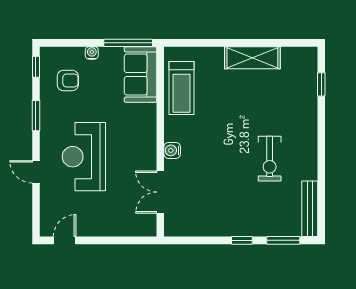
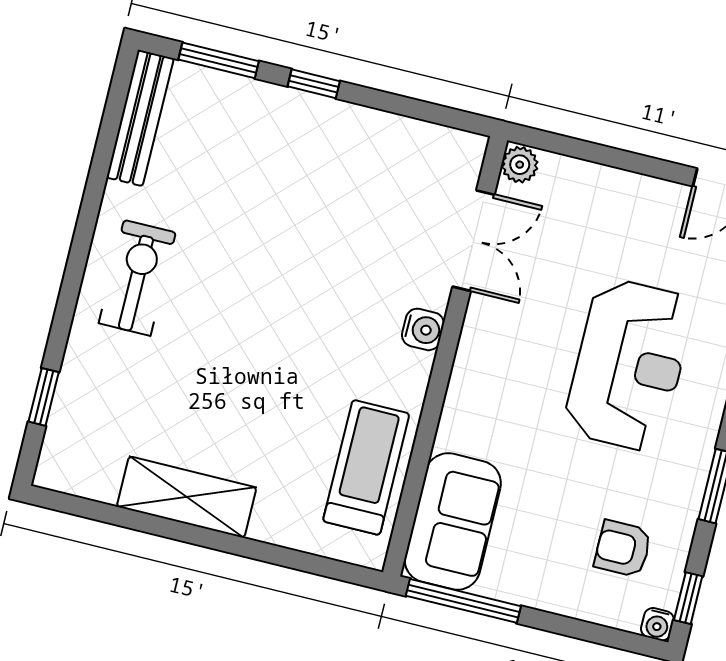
water cooler: (92, 53) -> (657, 624), moved
exercise bike: (270, 159) -> (137, 278), moved
plant: (149, 228) -> (520, 165), added

